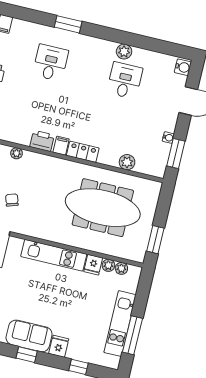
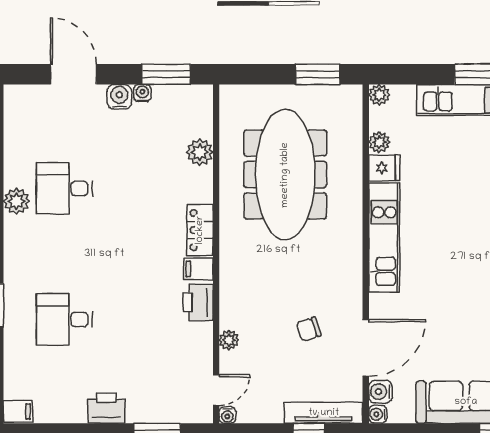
water cooler: (183, 67) -> (119, 97), moved
plant: (121, 268) -> (379, 95), moved

